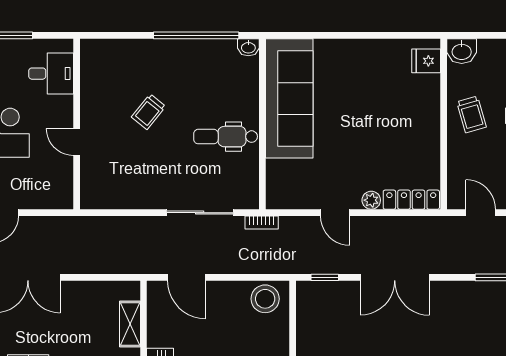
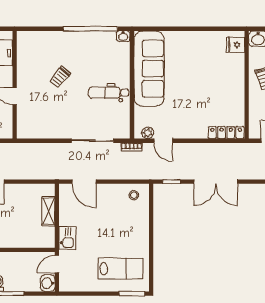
plant: (371, 200) -> (148, 133), moved
door: (335, 213) -> (163, 141), moved
stool: (265, 299) -> (134, 195), width x0.53, depth x0.53

